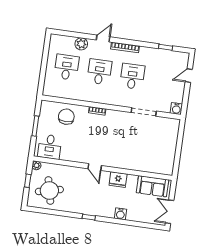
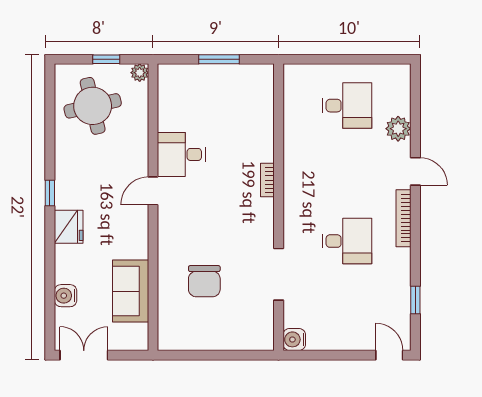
desk: (99, 72) -> (347, 173), removed
door: (189, 76) -> (389, 355), moved
chair: (66, 117) -> (204, 281), moved, turned 90
desk: (50, 147) -> (181, 154), moved
fridge: (118, 180) -> (69, 227), moved, turned 180
sofa: (152, 186) -> (131, 291), moved
water cooler: (120, 214) -> (66, 296), moved

